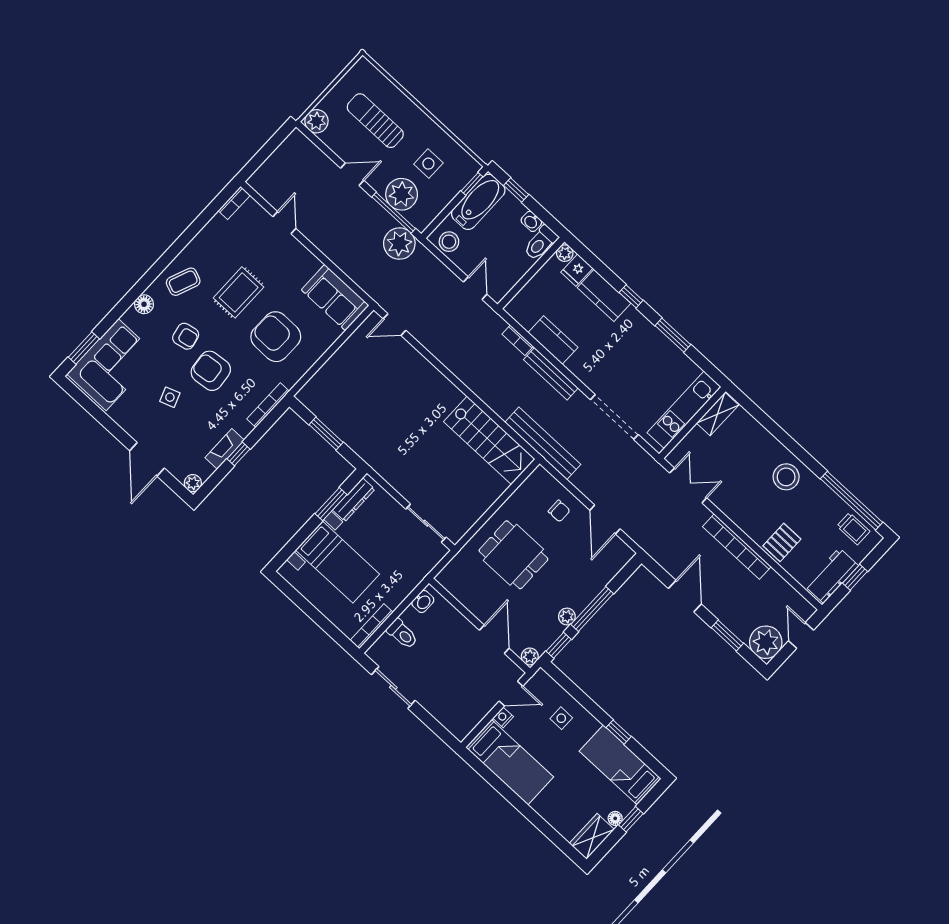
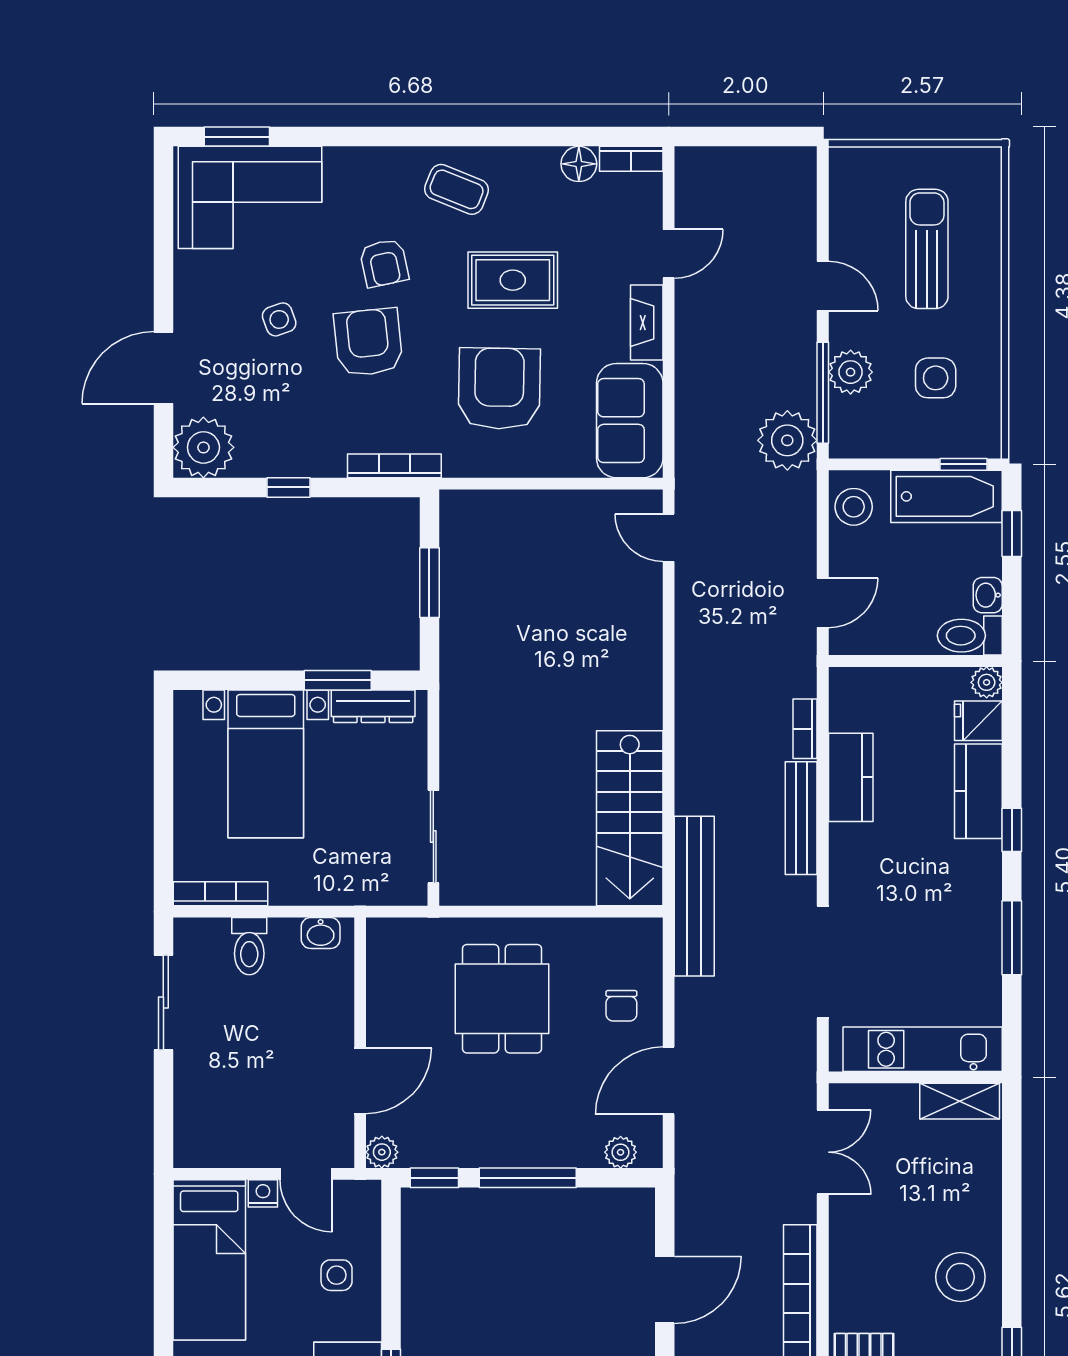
plant: (316, 121) -> (850, 168), removed
plant: (402, 194) -> (851, 372), width x0.73, depth x0.73
floor lamp: (144, 304) -> (579, 164), moved
fireplace: (225, 449) -> (647, 323), moved, turned -90
plant: (193, 483) -> (203, 447), width x1.88, depth x1.88
plant: (567, 617) -> (621, 1152), moved

